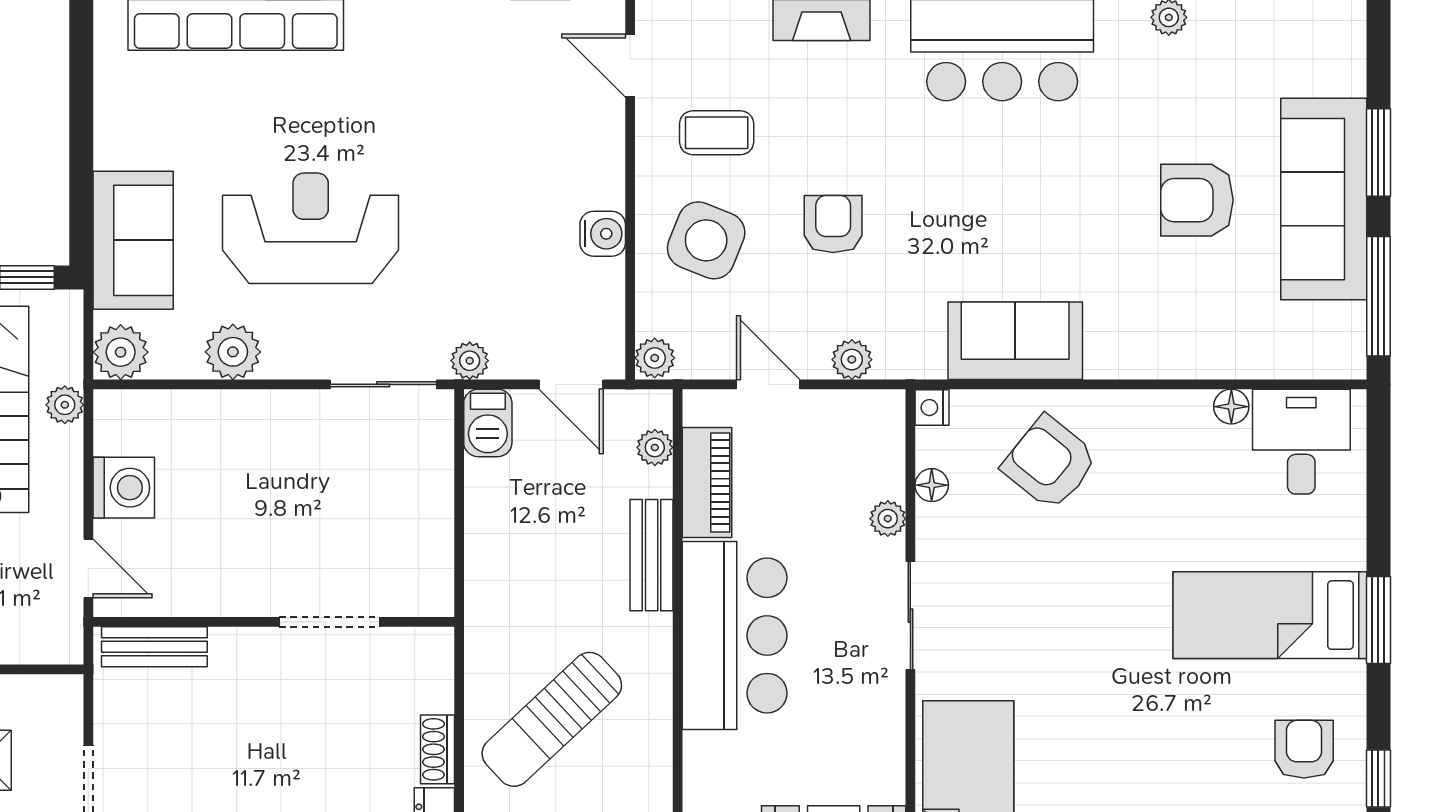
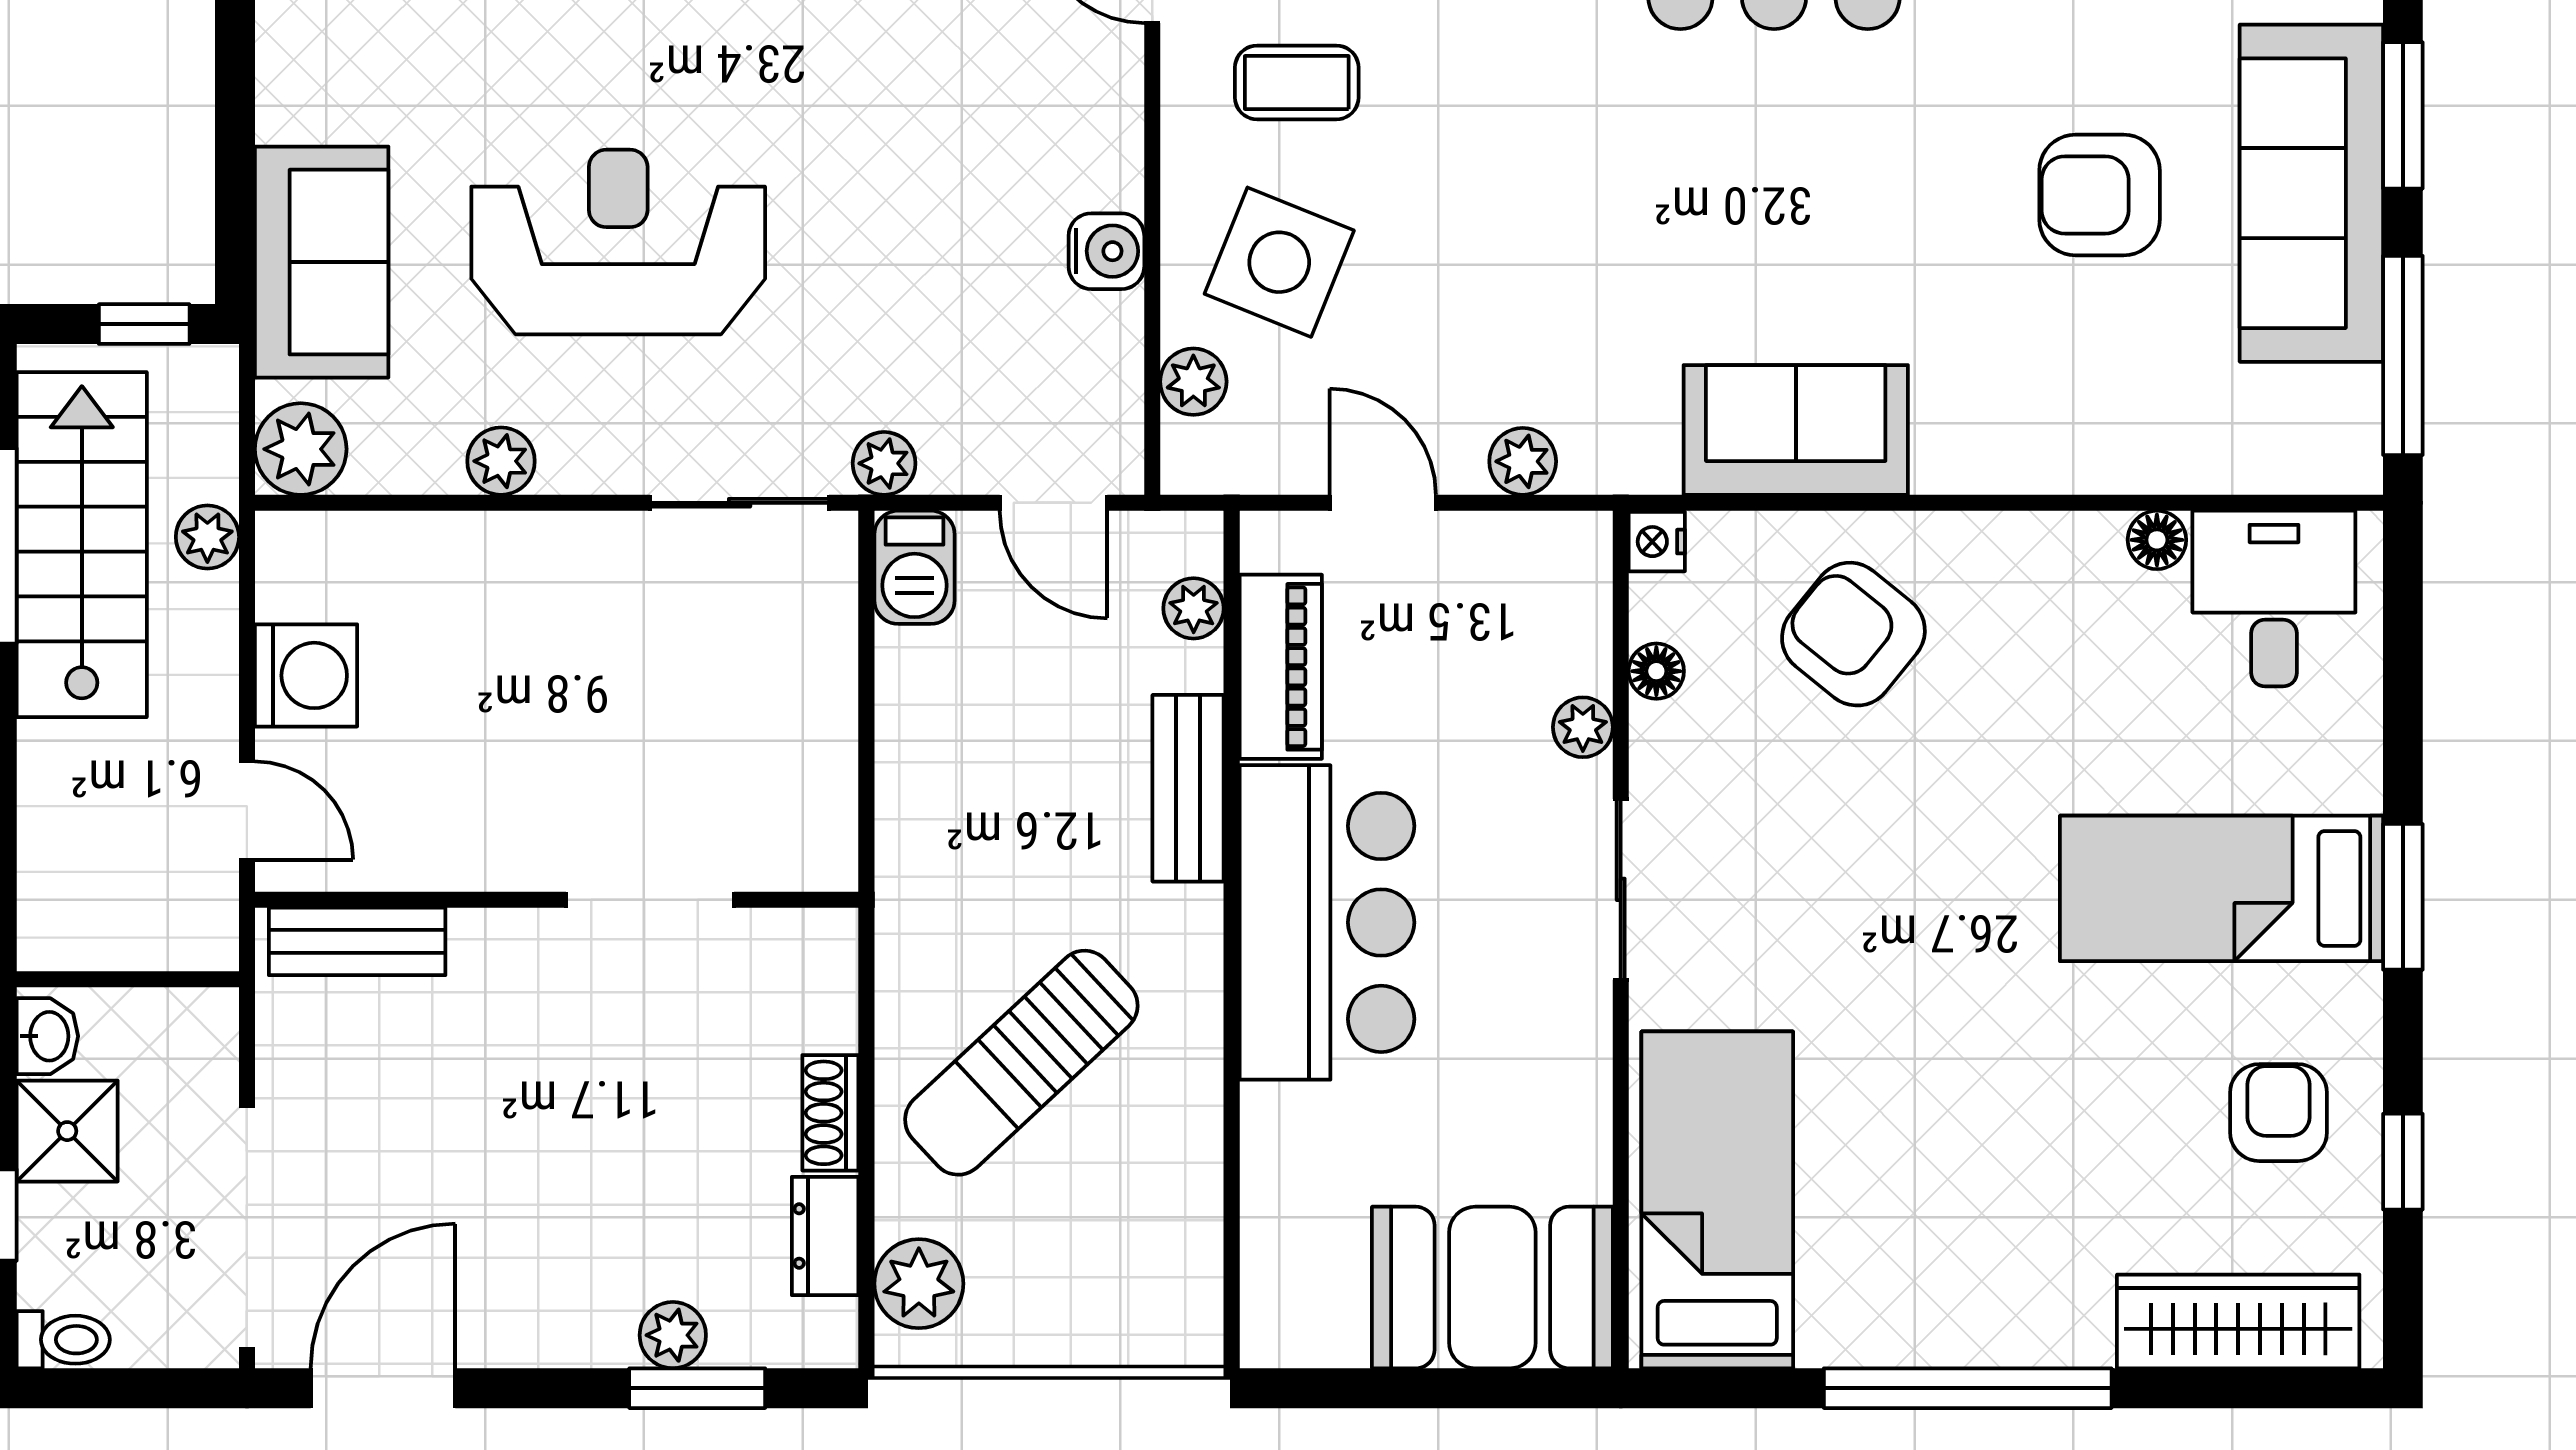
armchair: (833, 224) -> (1492, 235), removed
plant: (233, 352) -> (501, 461), width x0.73, depth x0.73
plant: (655, 358) -> (1193, 382), moved

